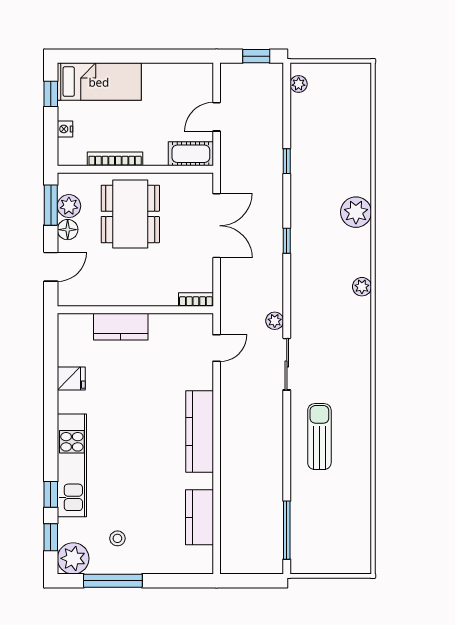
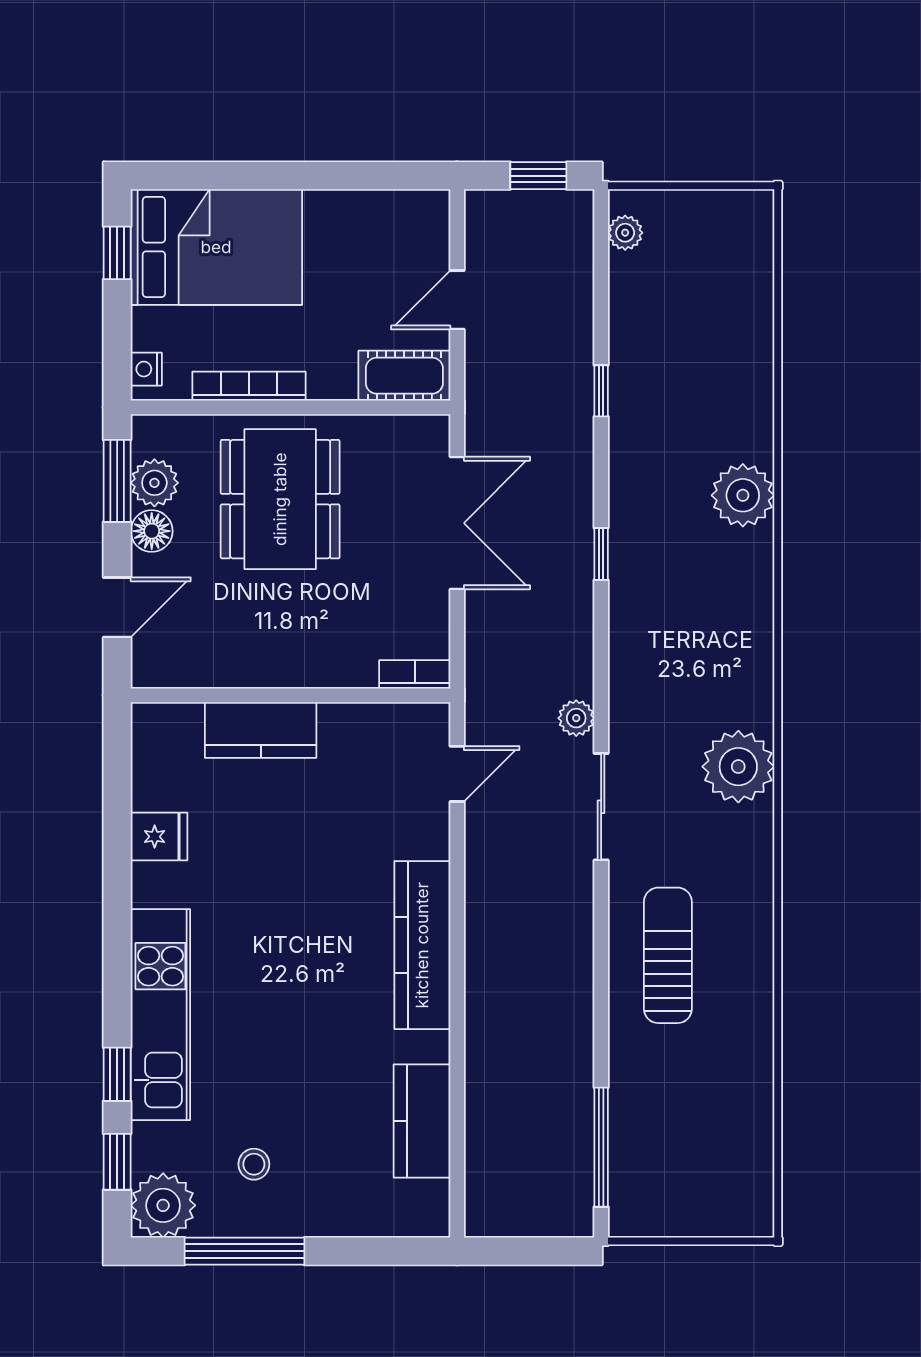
bed: (99, 82) -> (216, 247), width x1.50
nightstand: (65, 129) -> (146, 369), moved
plant: (362, 287) -> (738, 767), moved, width x1.88, depth x1.88

